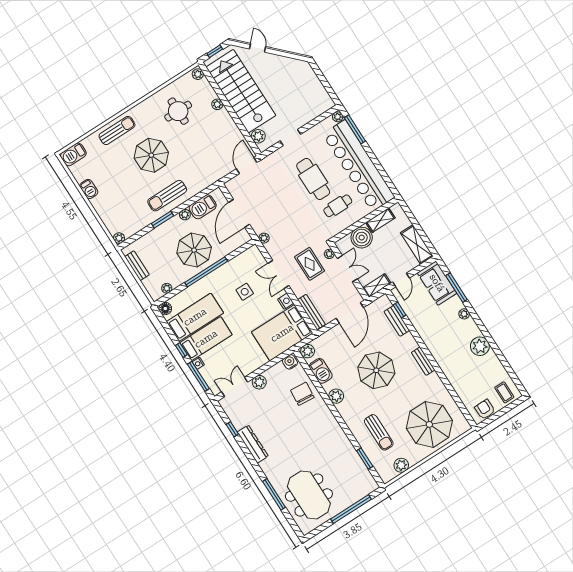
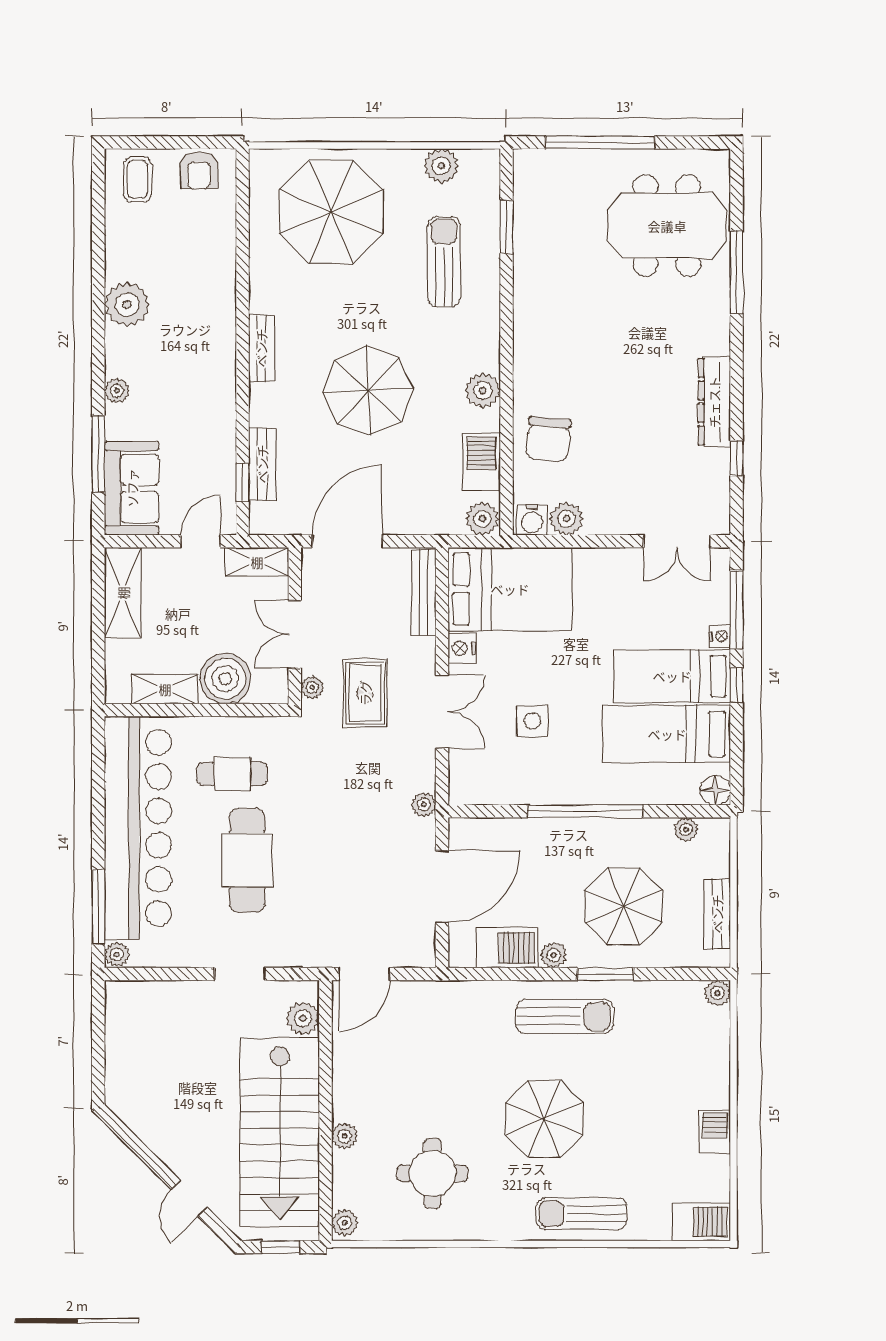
parasol: (194, 250) -> (624, 906), moved
plant: (259, 382) -> (566, 519), moved
meeting table: (309, 495) -> (667, 226), turned 90

